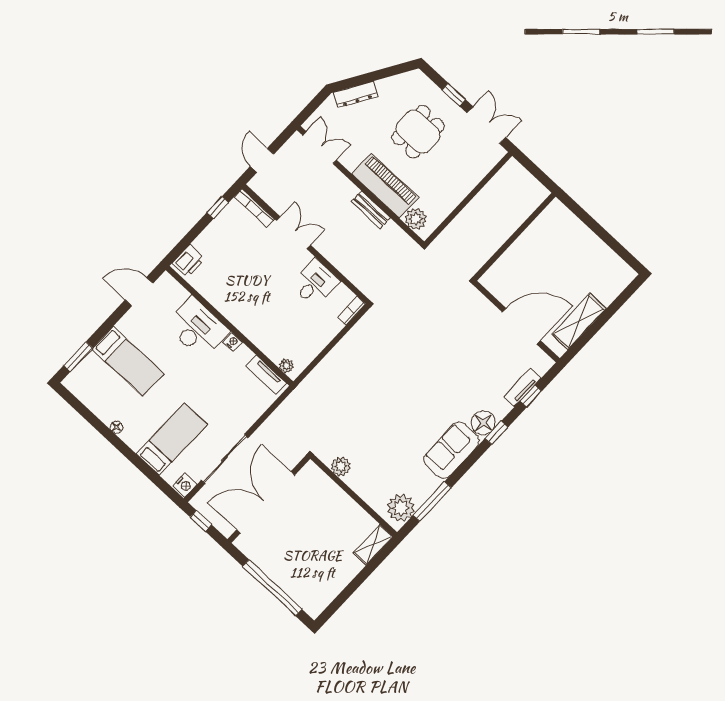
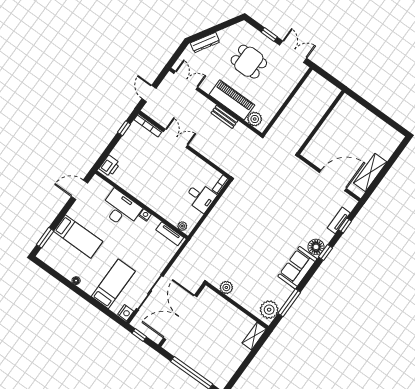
dining table: (418, 132) -> (249, 62), turned 90
desk: (315, 283) -> (200, 197), moved, turned 90

